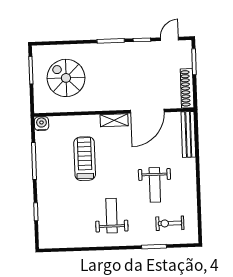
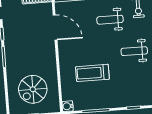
shelving: (114, 120) -> (63, 52), removed
weight bench: (155, 185) -> (110, 20), turned 180

